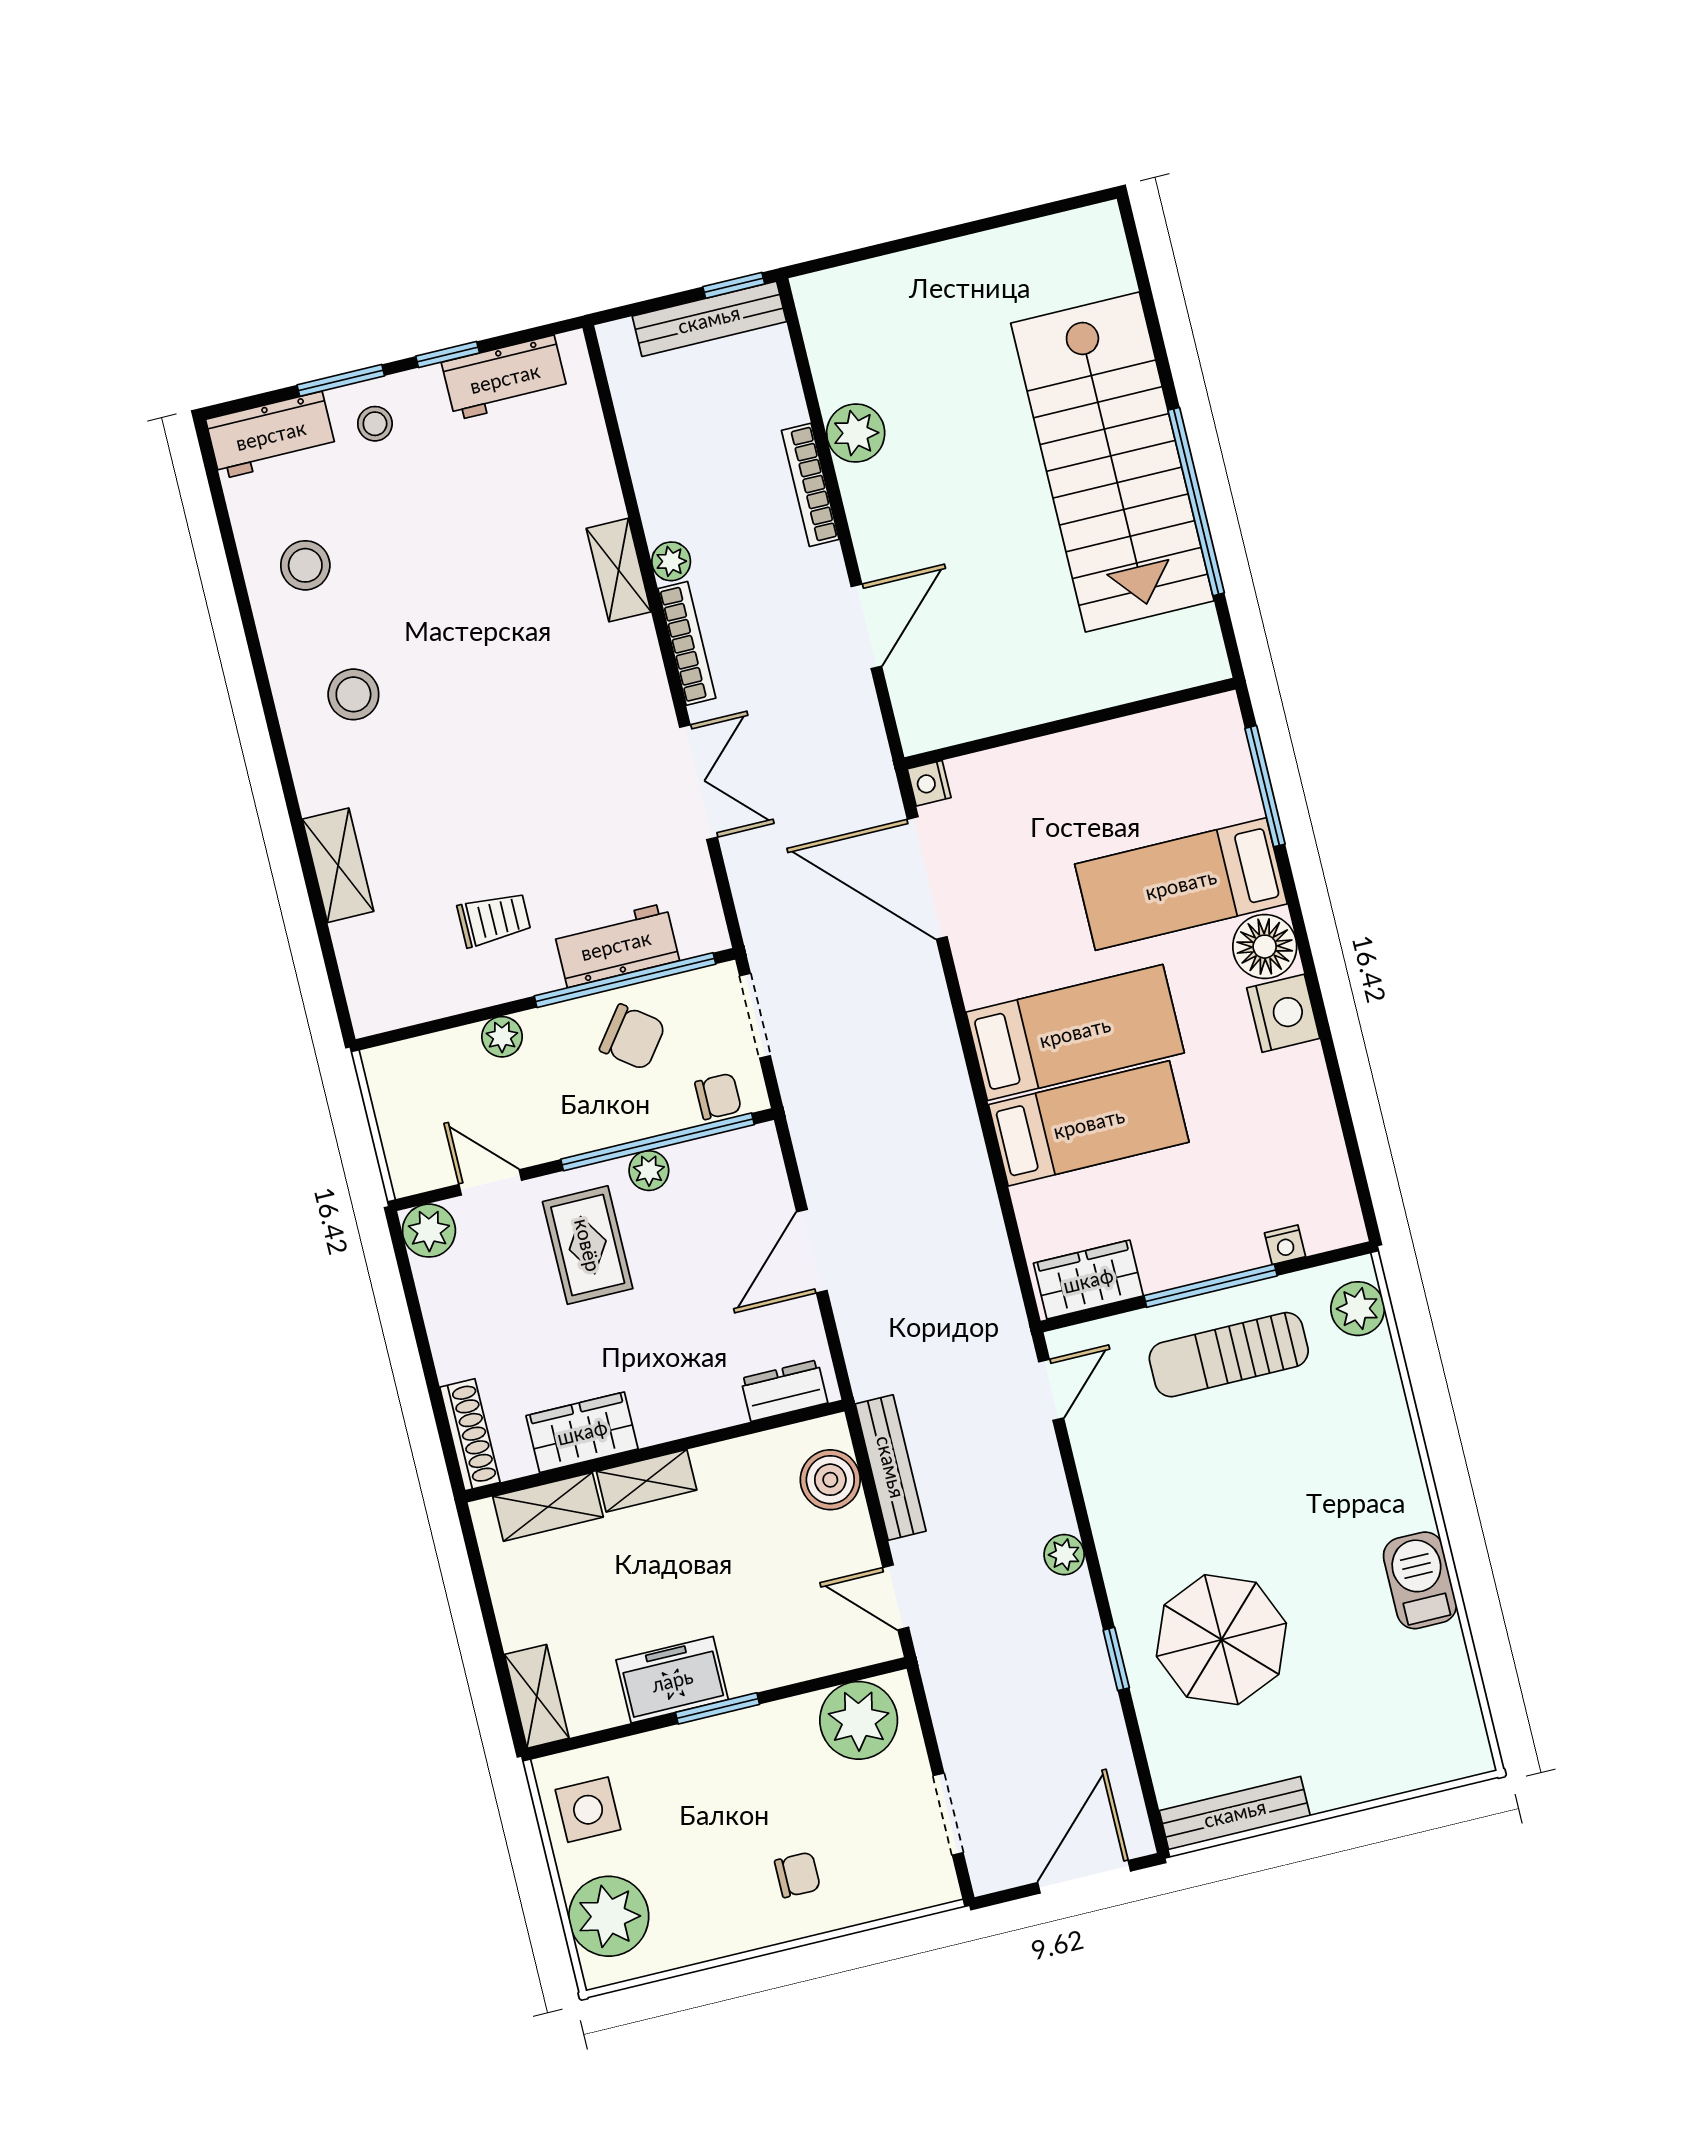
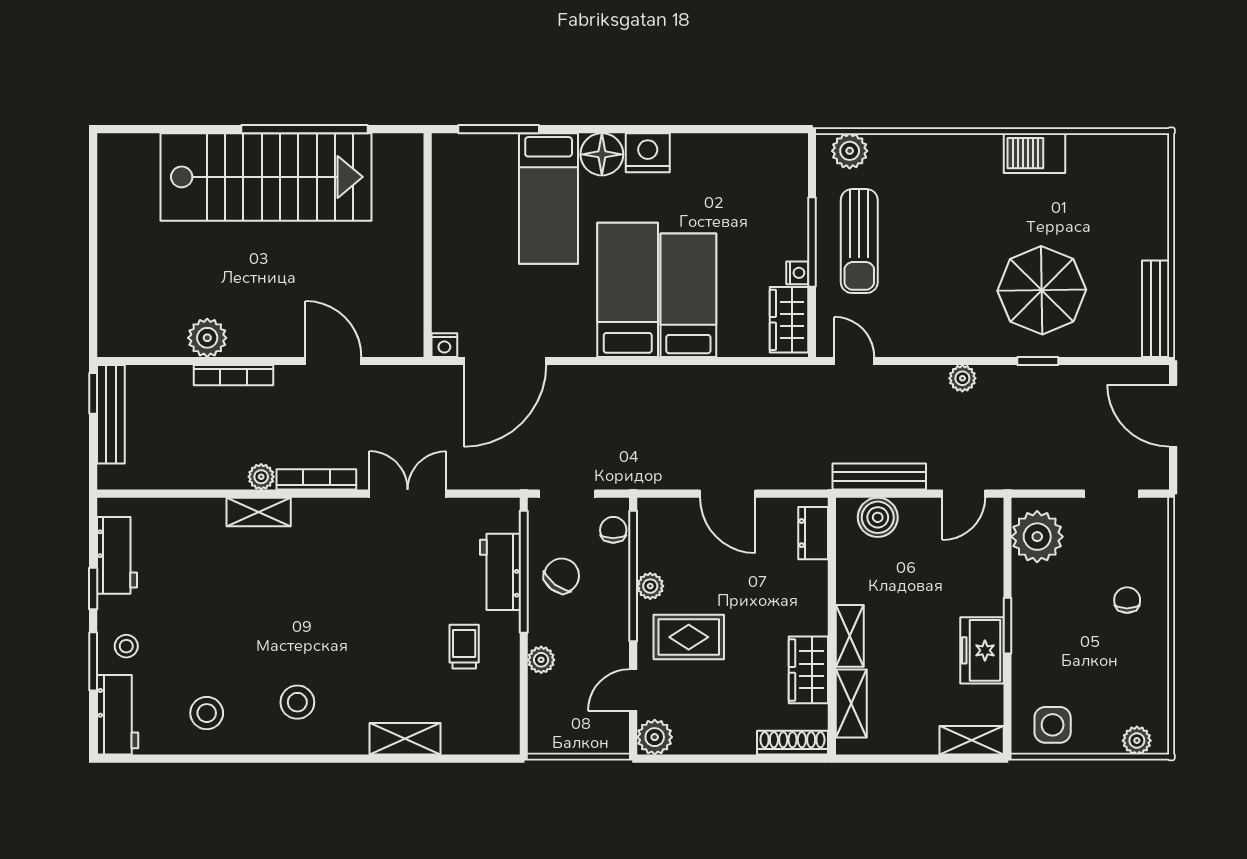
nightstand: (1285, 1245) -> (797, 273), moved
plant: (609, 1916) -> (1137, 741), width x0.53, depth x0.53

